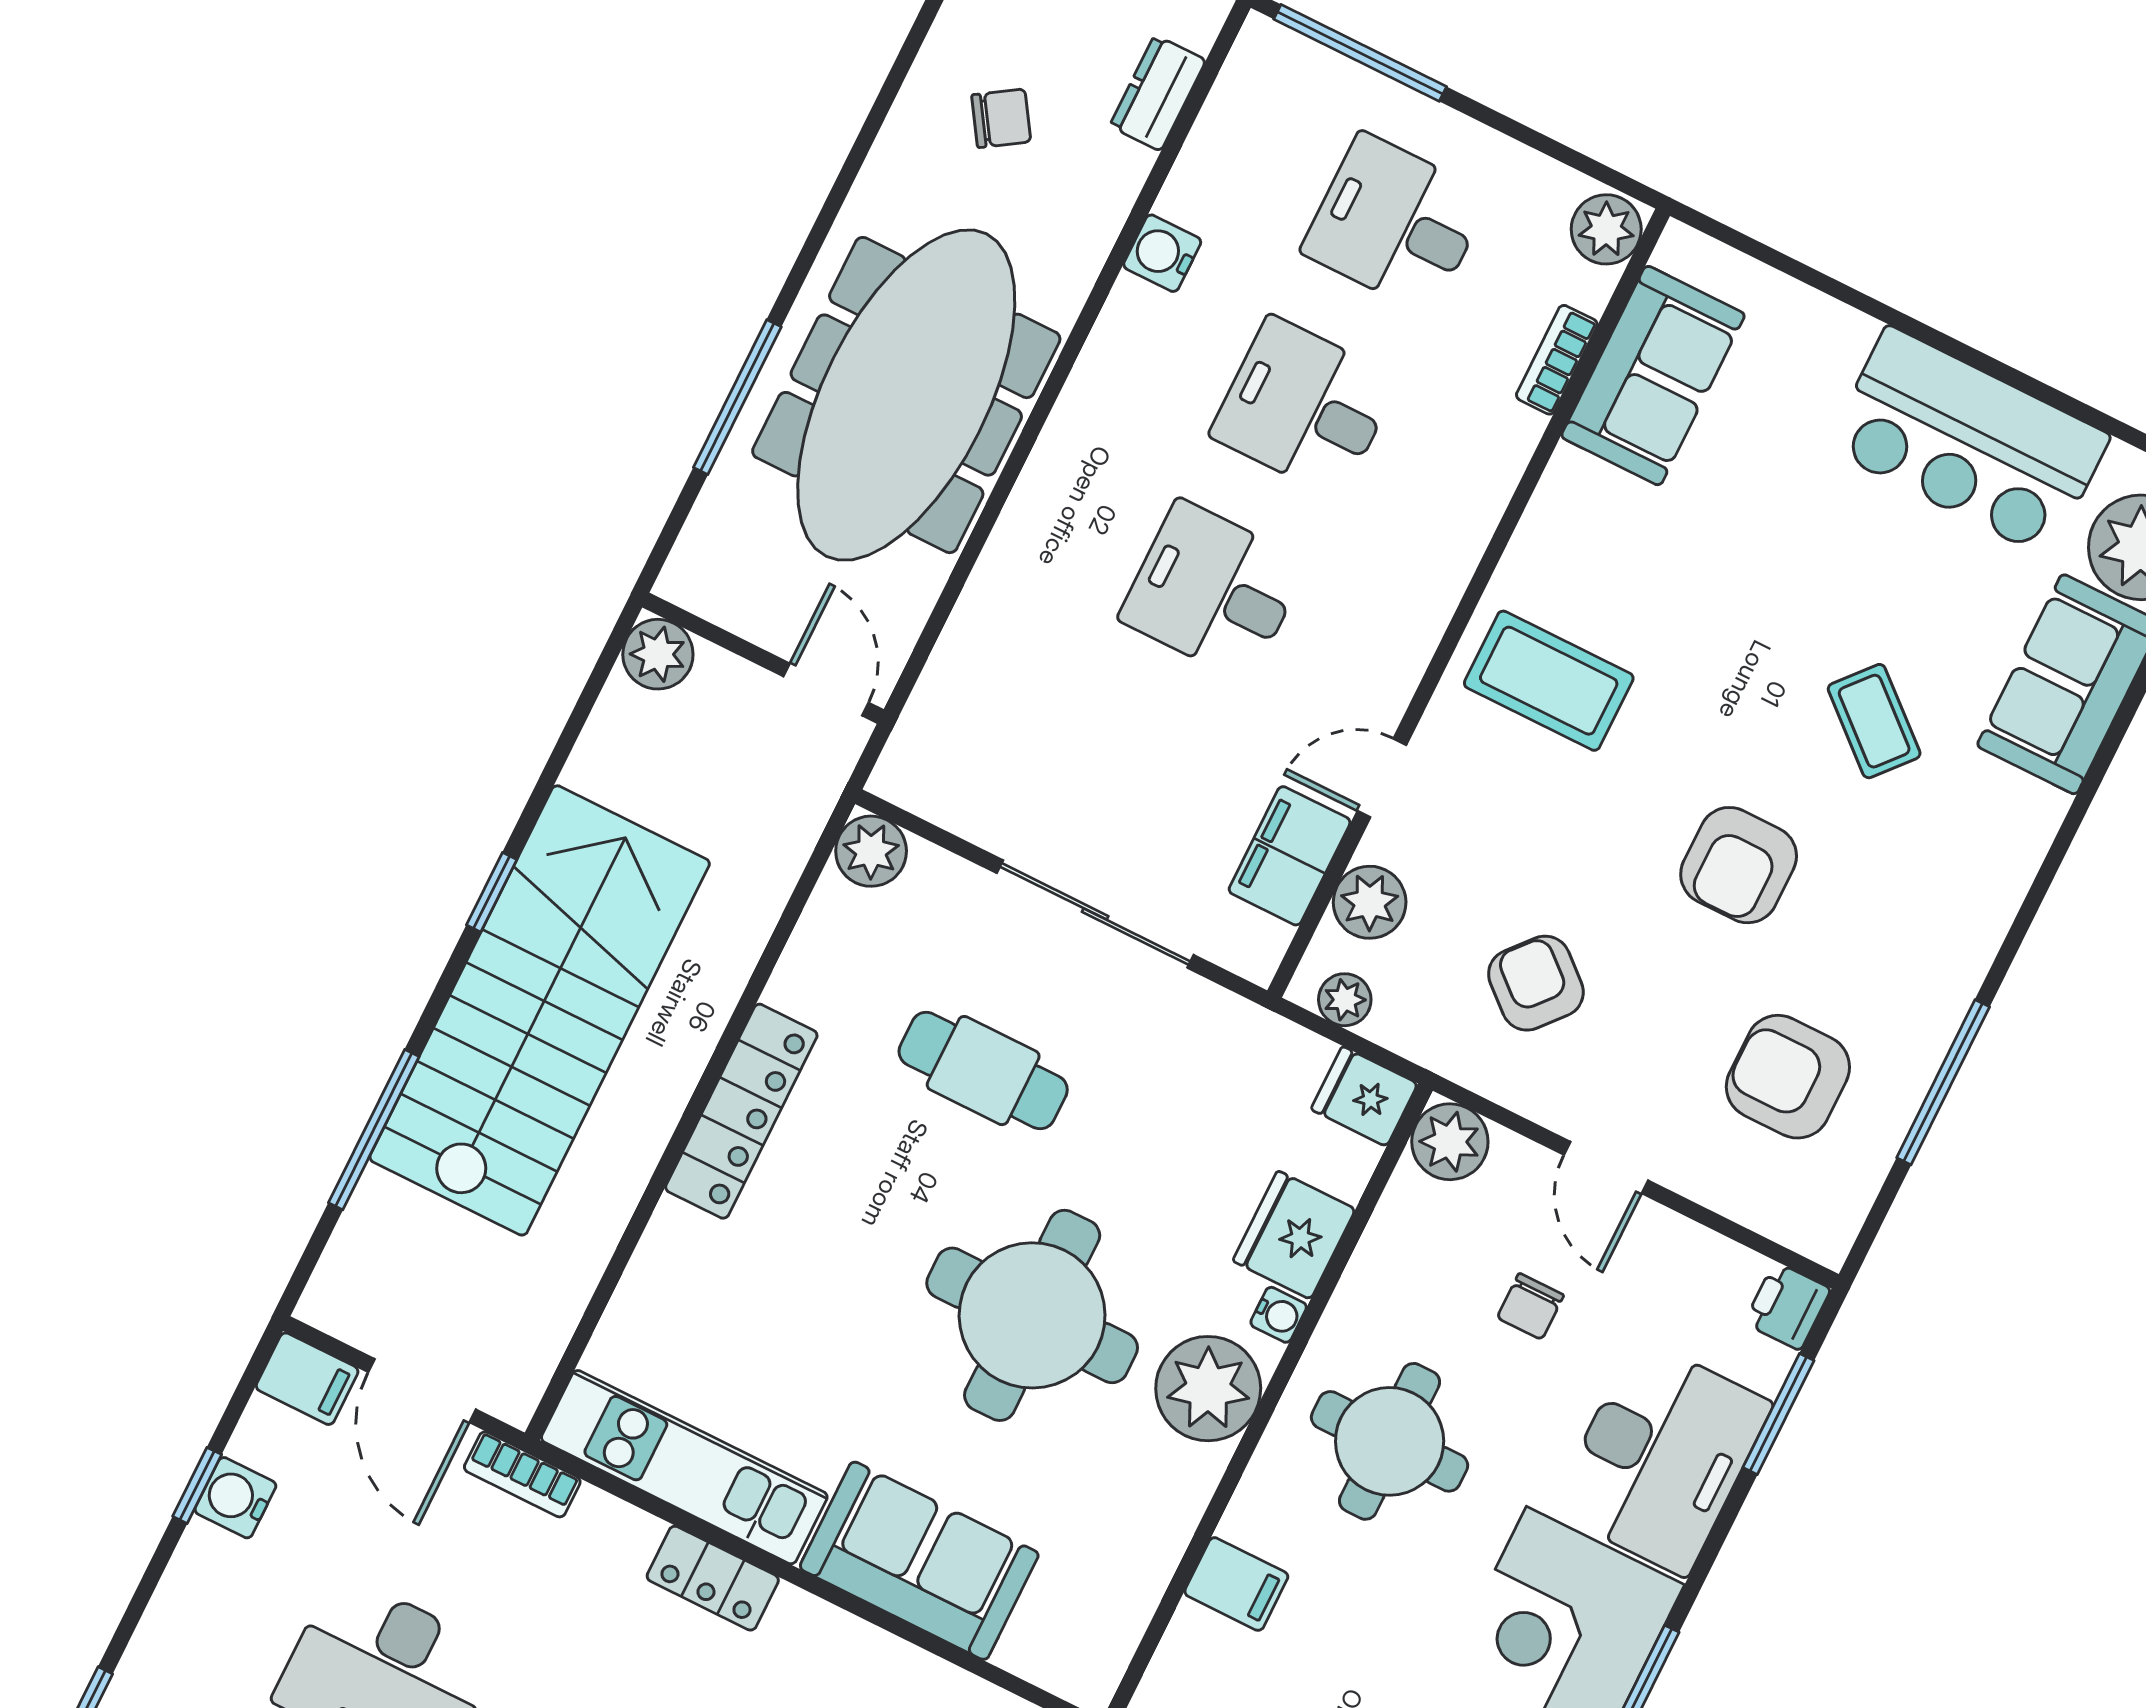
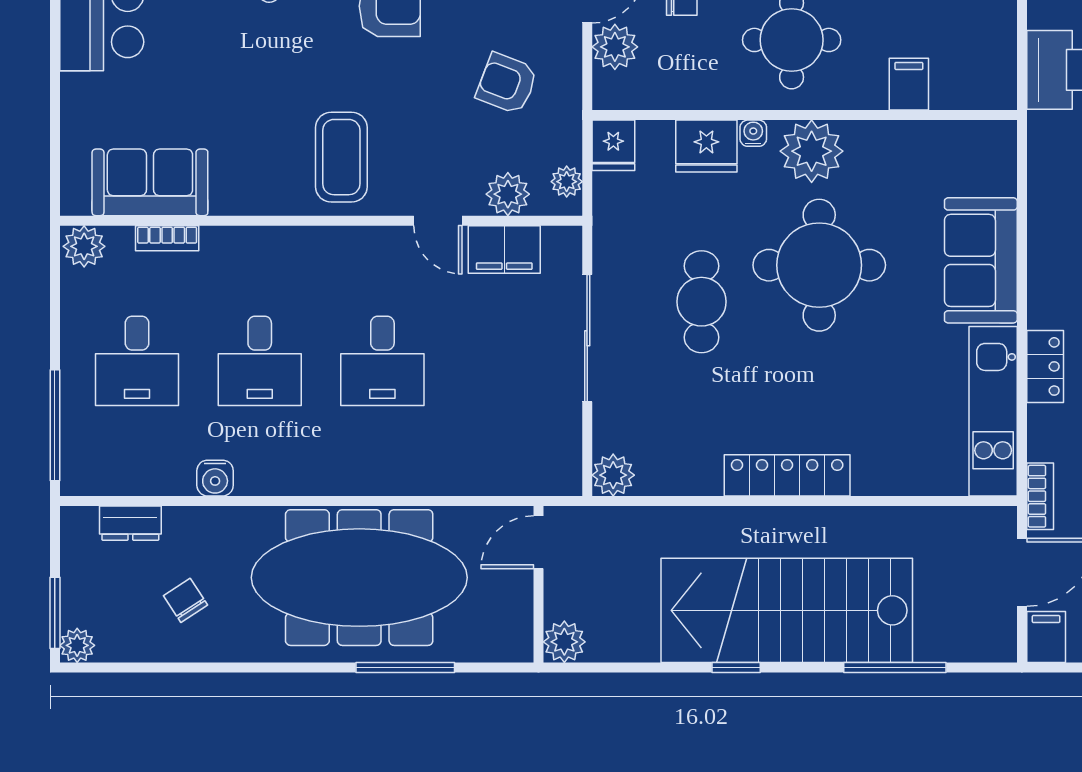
armchair: (1536, 983) -> (507, 83), turned 70
cafe table: (983, 1071) -> (701, 302), moved
plant: (1450, 1142) -> (615, 47), moved

